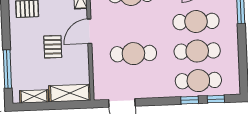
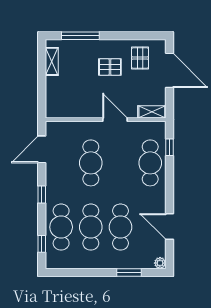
pallet: (53, 47) -> (110, 67), moved
shelving: (70, 93) -> (54, 97), removed
window: (190, 100) -> (42, 195), moved

